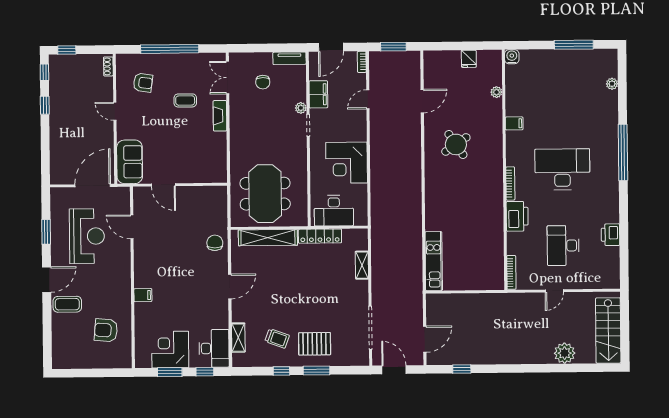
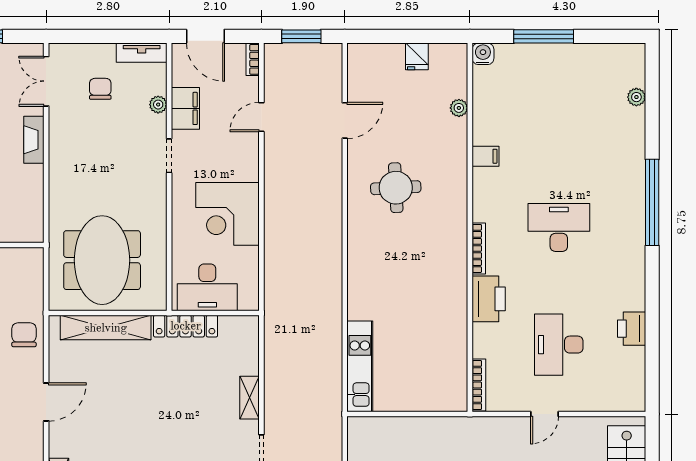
window: (574, 45) -> (544, 36), moved
door: (331, 47) -> (205, 36), hinge flipped
chair: (263, 82) -> (100, 89), turned 180
plant: (301, 108) -> (158, 105), moved
round table: (456, 144) -> (396, 188), turned 31
desk: (562, 169) -> (559, 227), width x0.73, depth x0.77
shelving: (362, 265) -> (249, 398), moved

